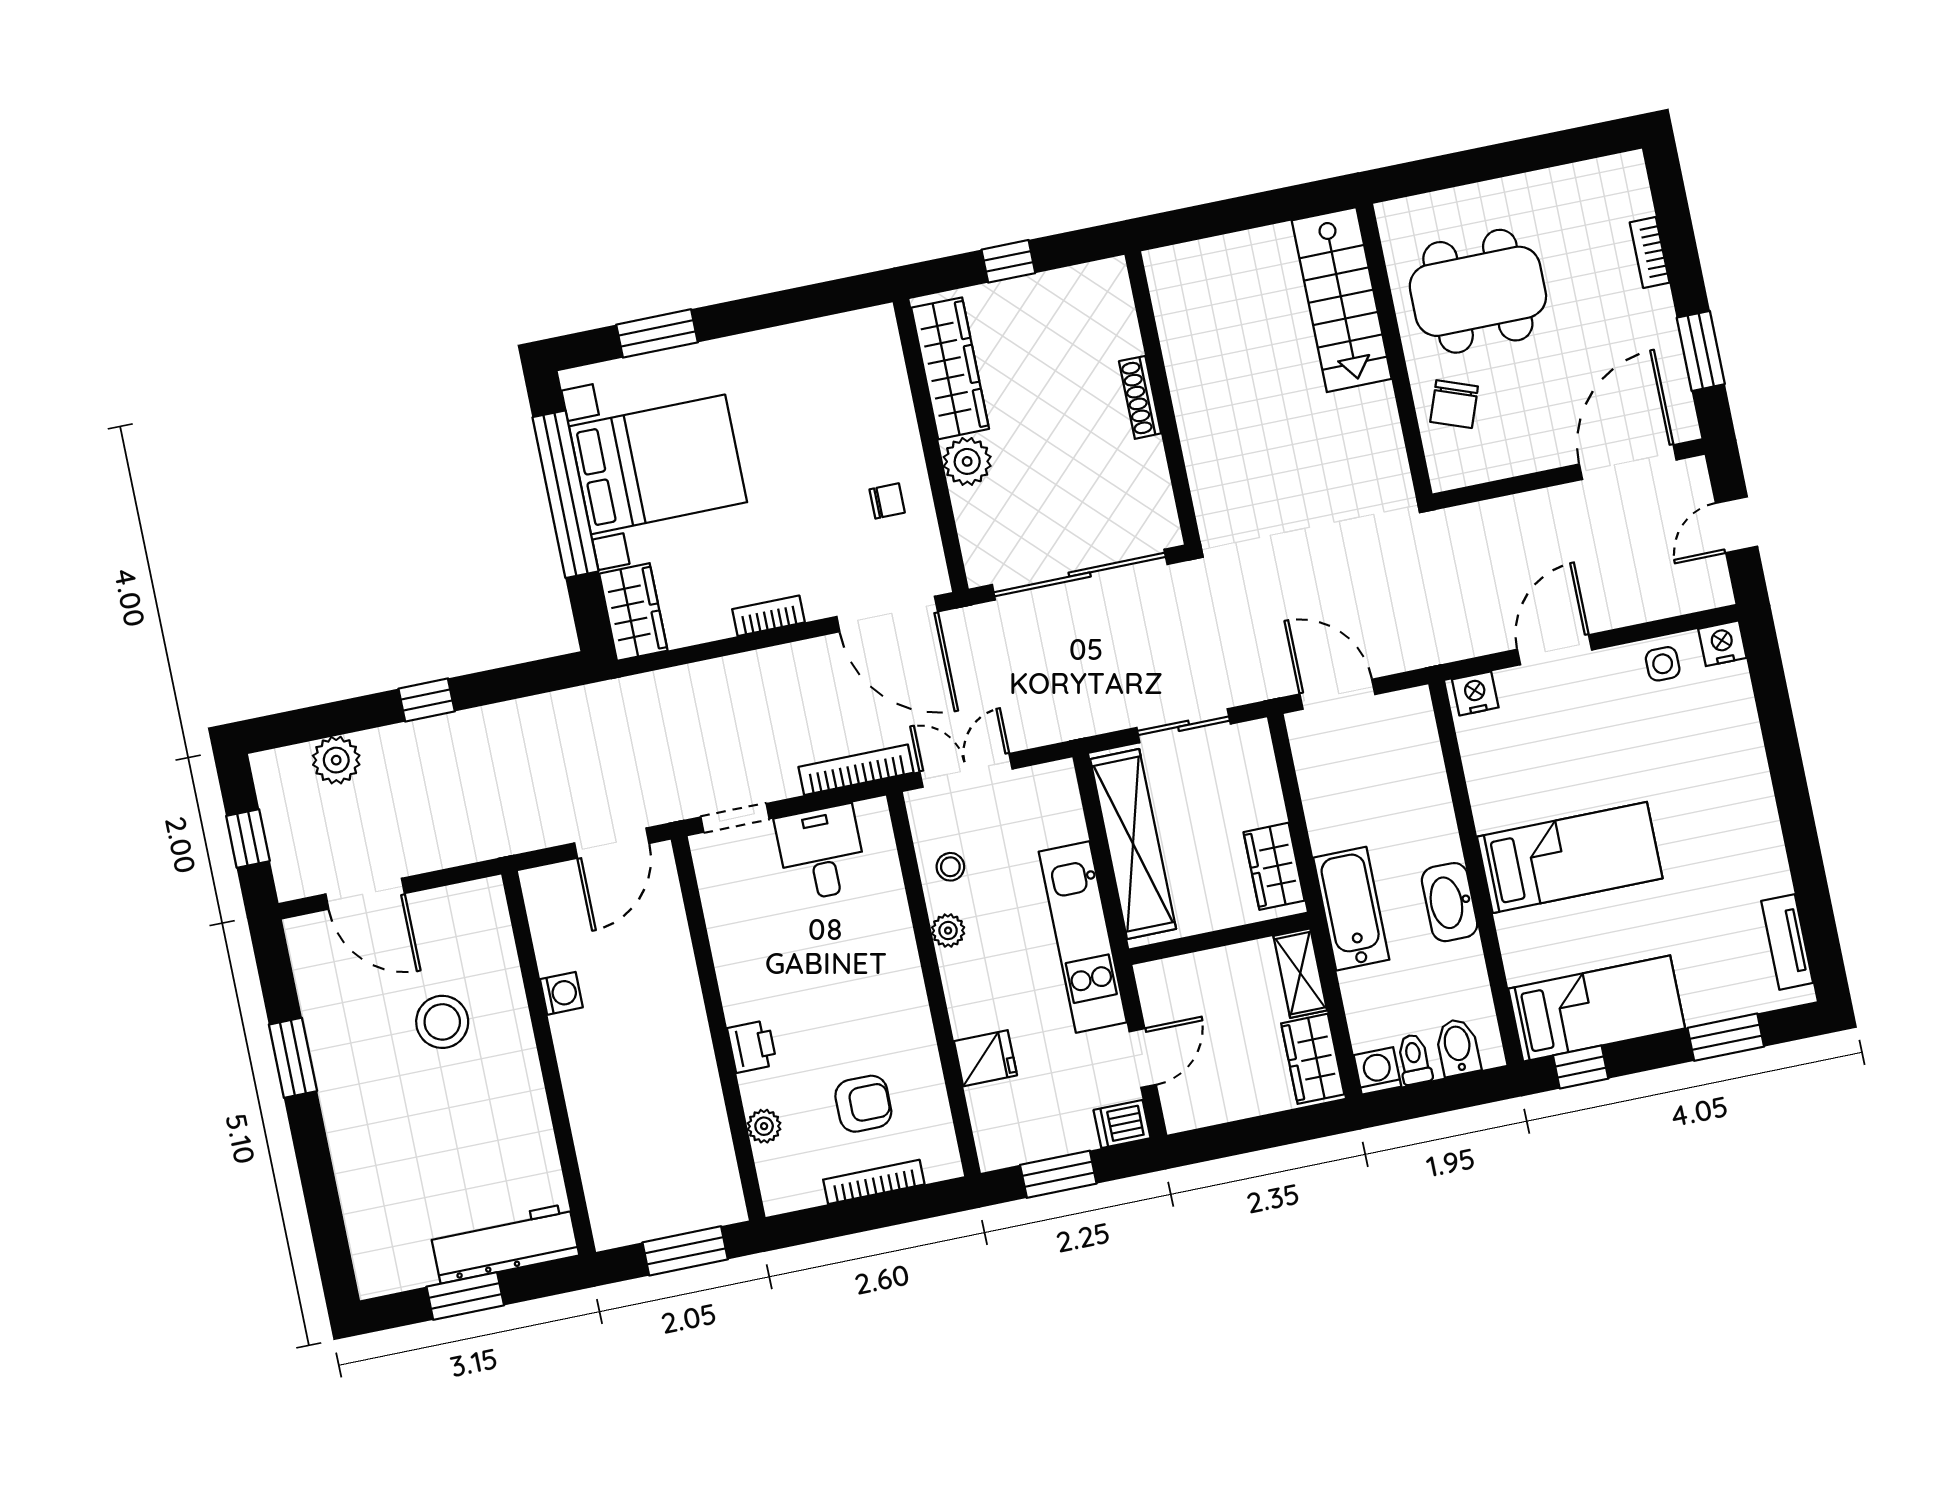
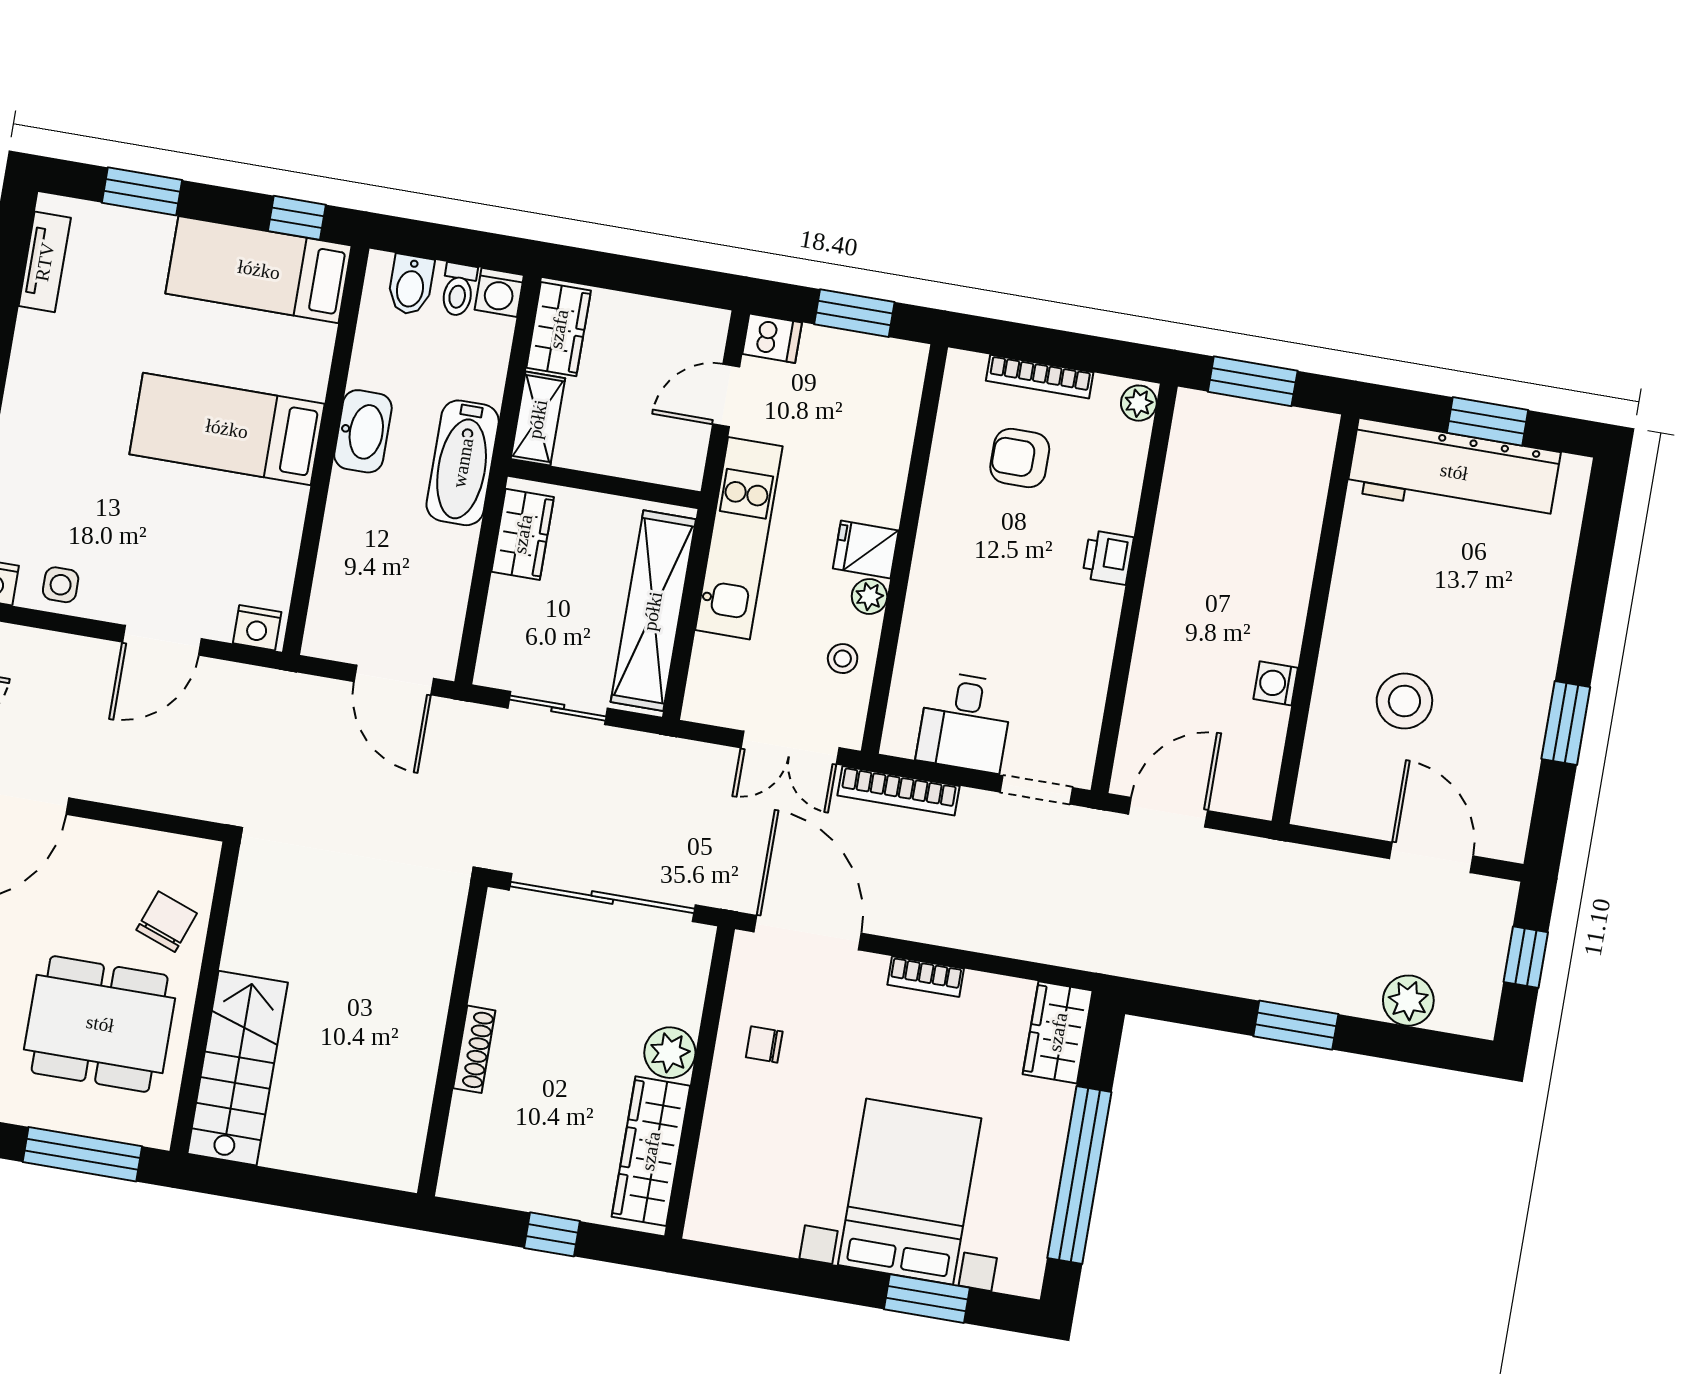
window: (1448, 171) -> (82, 1154), added
bed with nightstands: (658, 464) -> (910, 1192), moved, turned 90
window: (427, 700) -> (1296, 1025), width x1.50
fridge: (985, 1058) -> (866, 549), moved
plant: (764, 1126) -> (1139, 403), moved
workbench: (505, 1243) -> (1454, 472), width x1.36, depth x1.32

